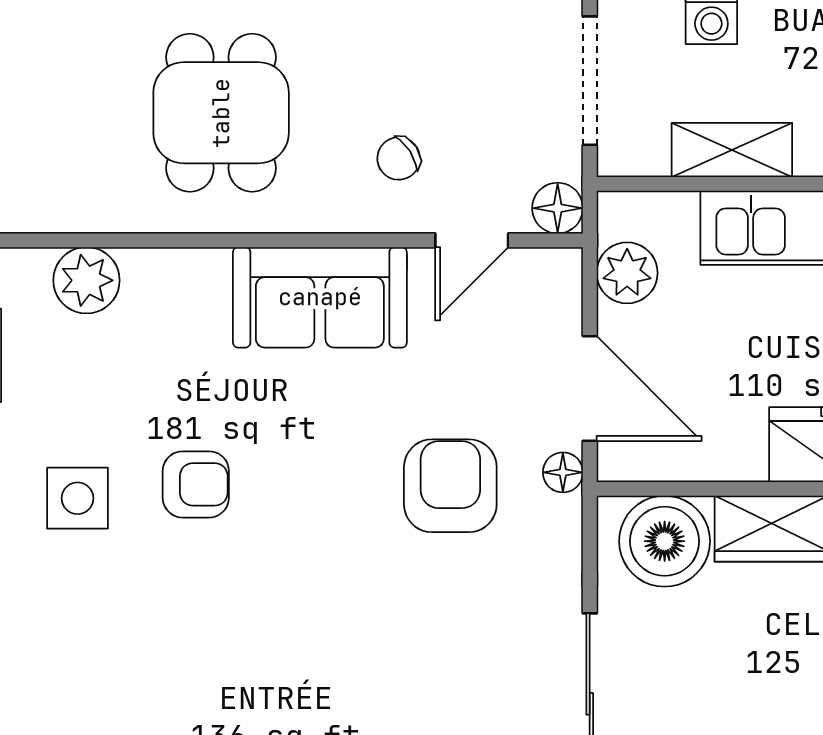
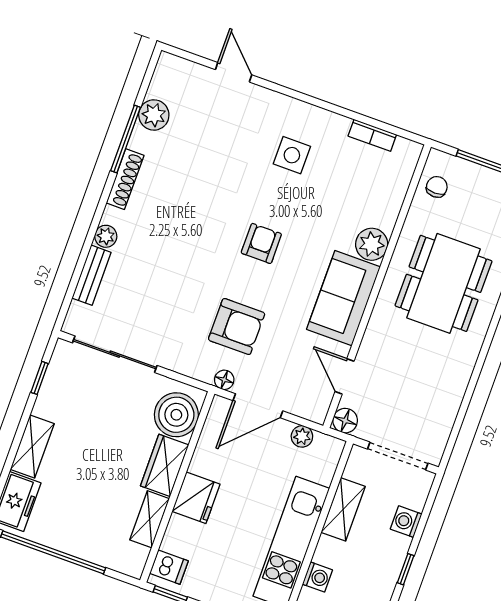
dining table: (221, 113) -> (444, 283), width x1.37
chair: (399, 158) -> (437, 187), moved, turned 33
plant: (627, 273) -> (302, 436), width x0.73, depth x0.73
plant: (86, 280) -> (372, 244), moved
armchair: (196, 484) -> (261, 243), moved, turned 180

